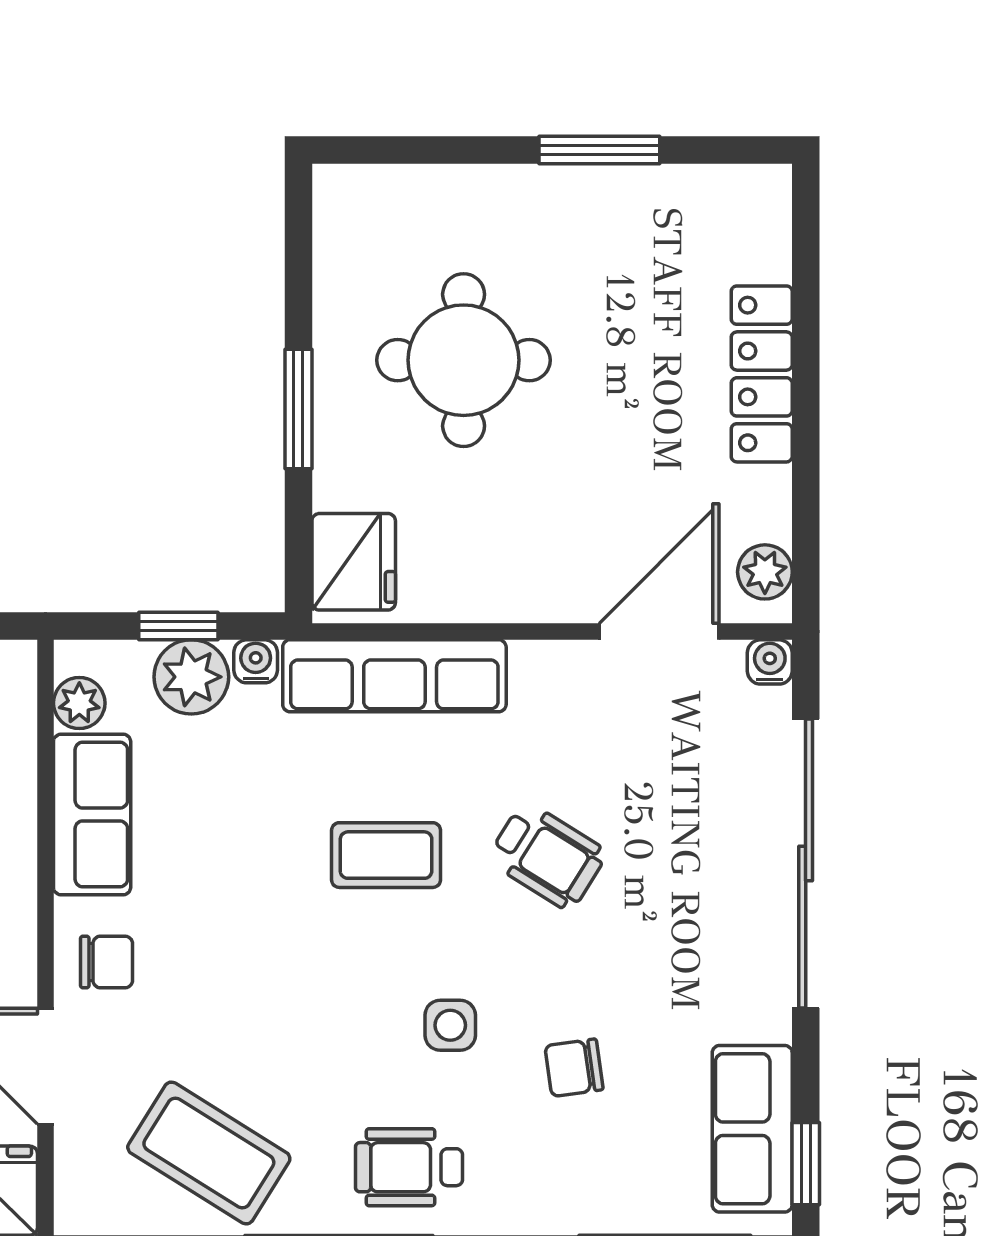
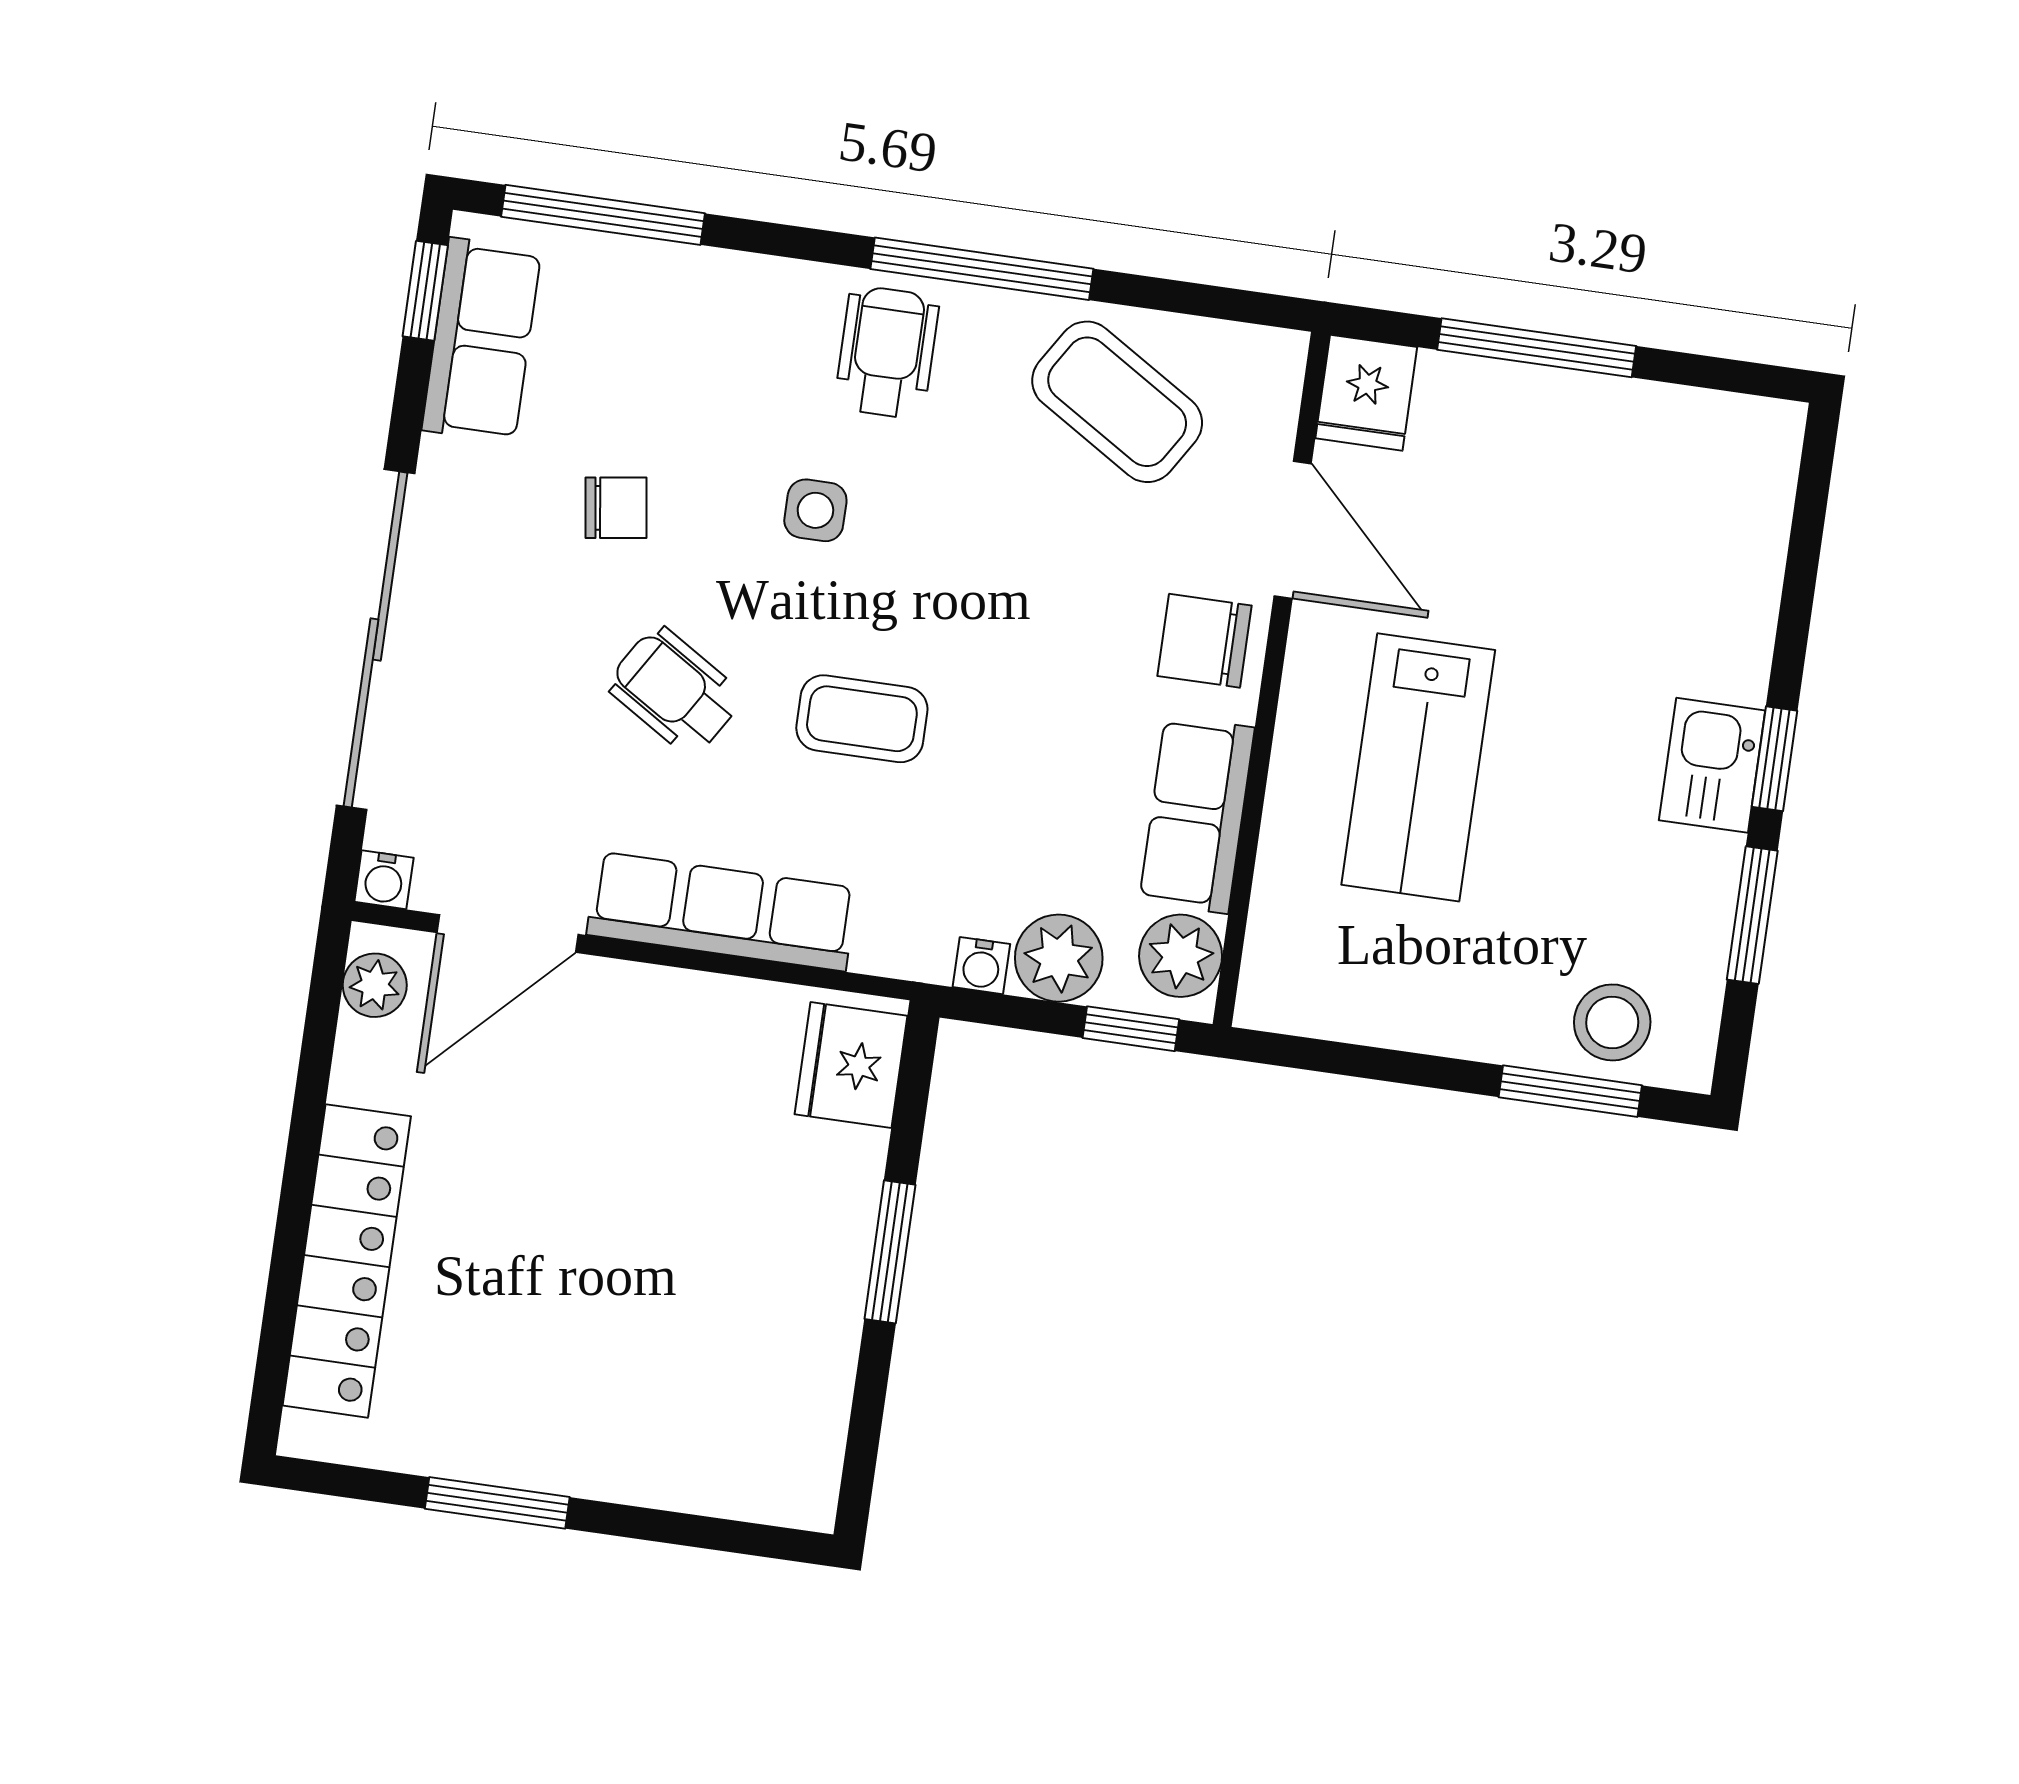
round table: (464, 360) -> (690, 1281), removed
locker: (762, 374) -> (347, 1261), width x1.41, depth x1.21
window: (178, 626) -> (1131, 1029), moved
row of seats: (394, 676) -> (722, 911), moved
plant: (79, 703) -> (1181, 956), width x1.38, depth x1.38
chair: (106, 962) -> (1205, 641), width x1.37, depth x1.37
chair: (574, 1068) -> (616, 508), moved
wheelchair: (409, 1167) -> (887, 352), turned -90

